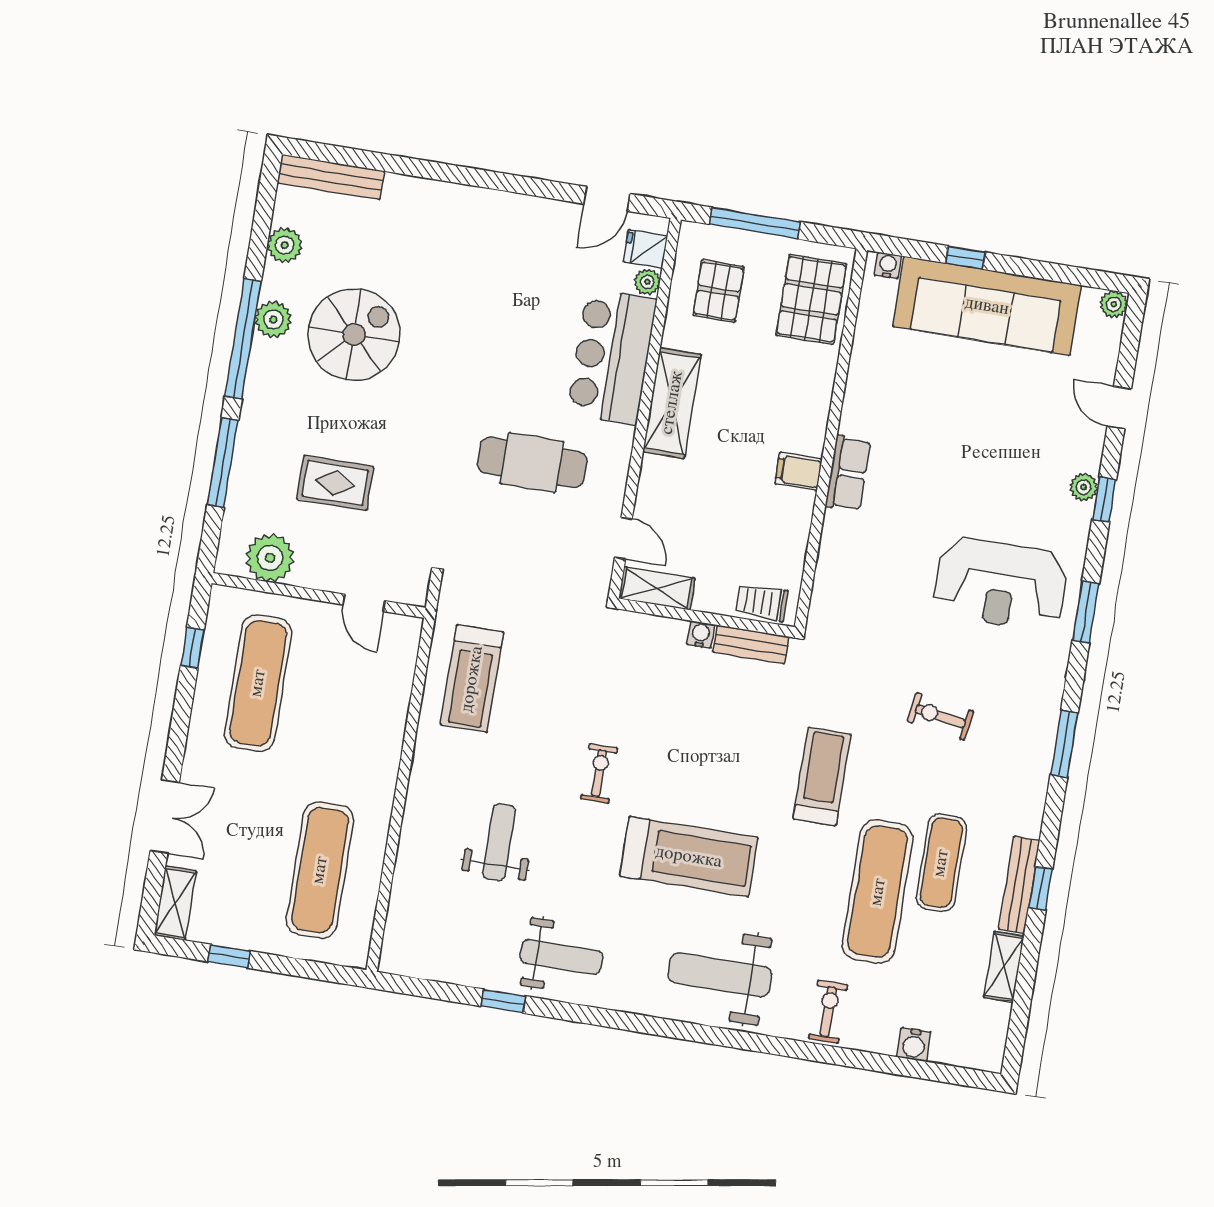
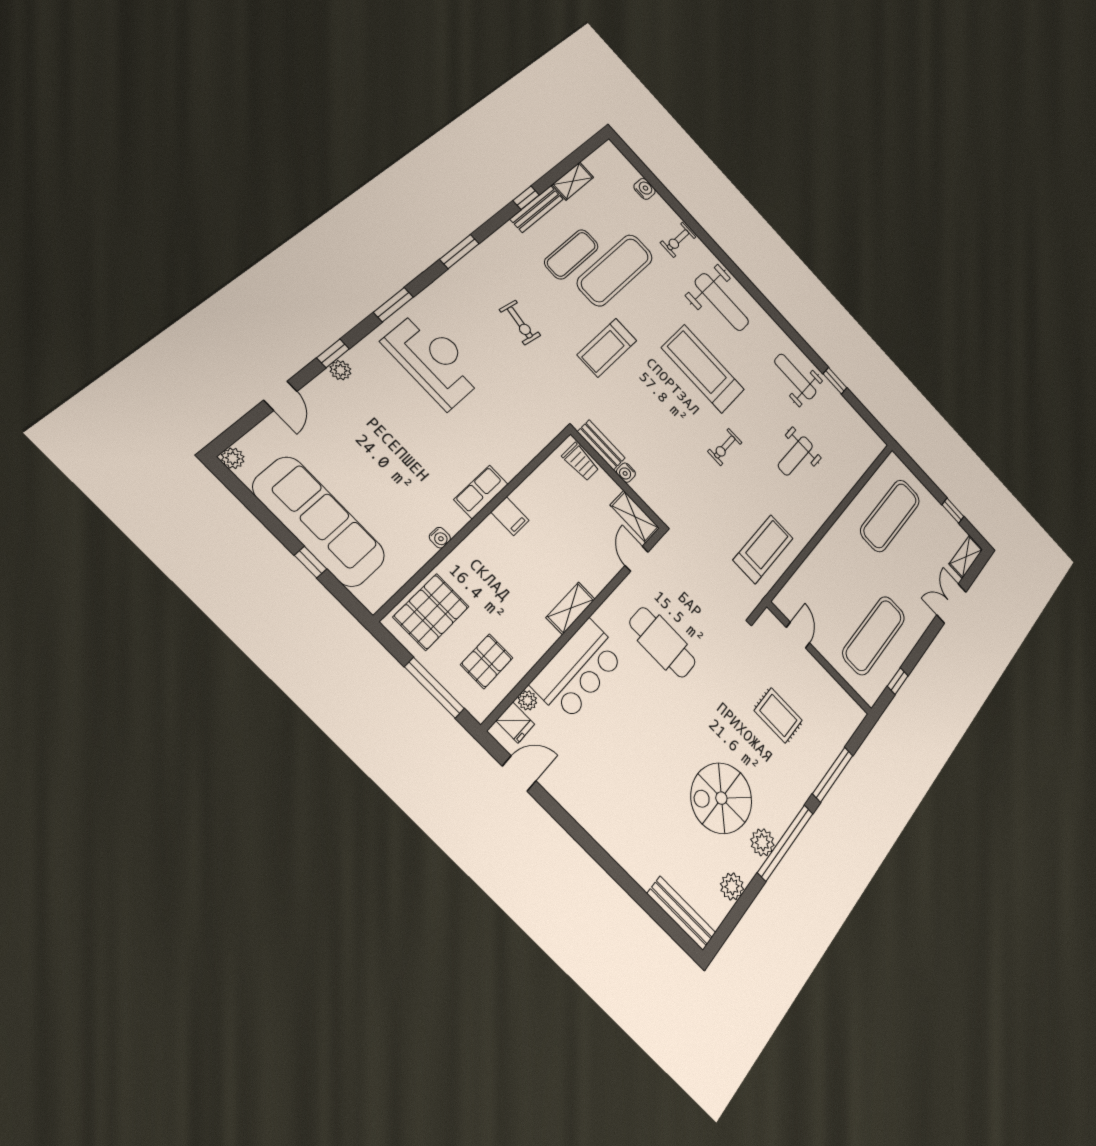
water cooler: (888, 265) -> (440, 538), moved, turned -90
shelving: (672, 403) -> (571, 608), width x0.67, depth x0.75
plant: (270, 558) -> (834, 699), removed

